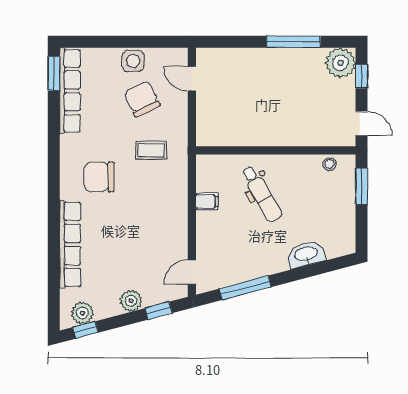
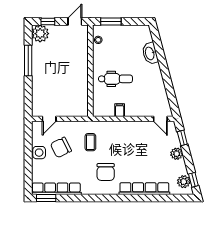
dental chair: (261, 194) -> (115, 79), turned 30
window: (245, 288) -> (169, 88), removed

